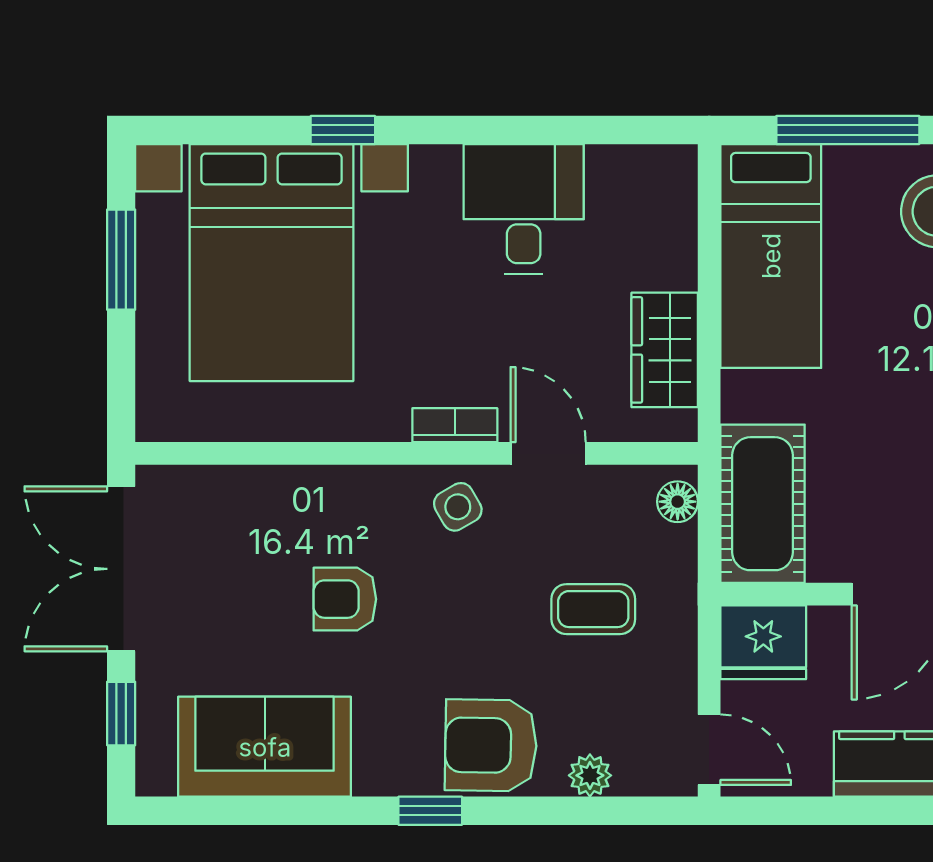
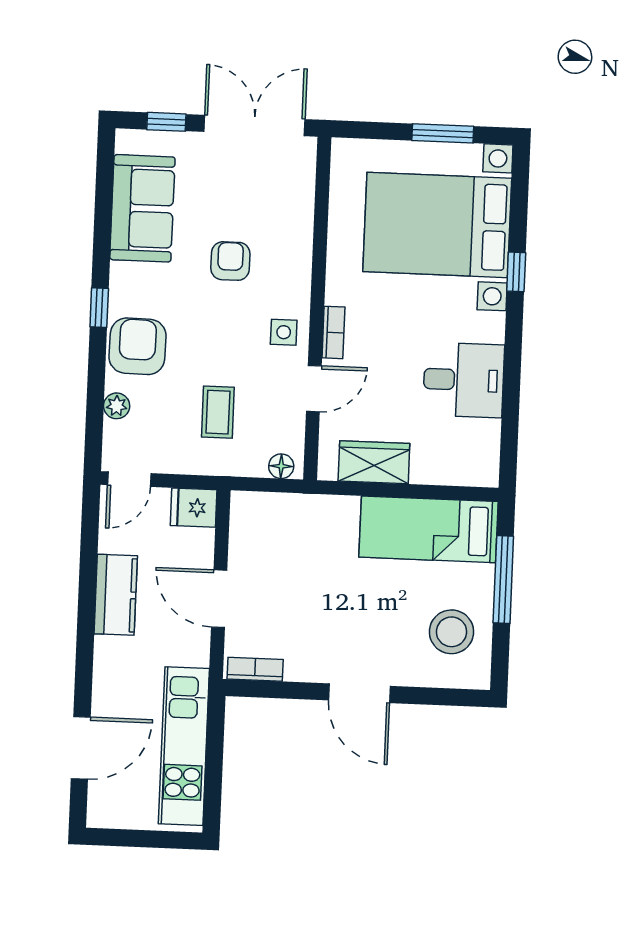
cot: (763, 504) -> (278, 518), removed
side table: (458, 507) -> (284, 332), turned 30
fridge: (763, 642) -> (194, 508), width x0.72

